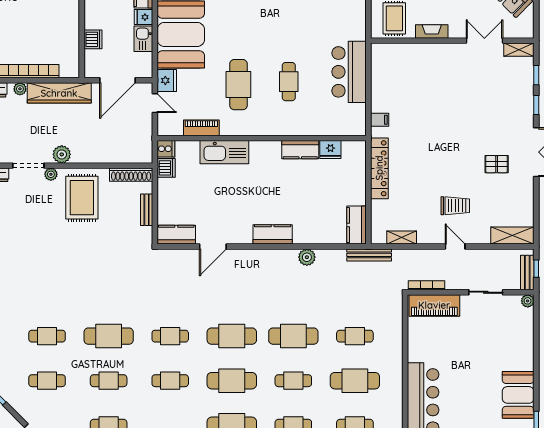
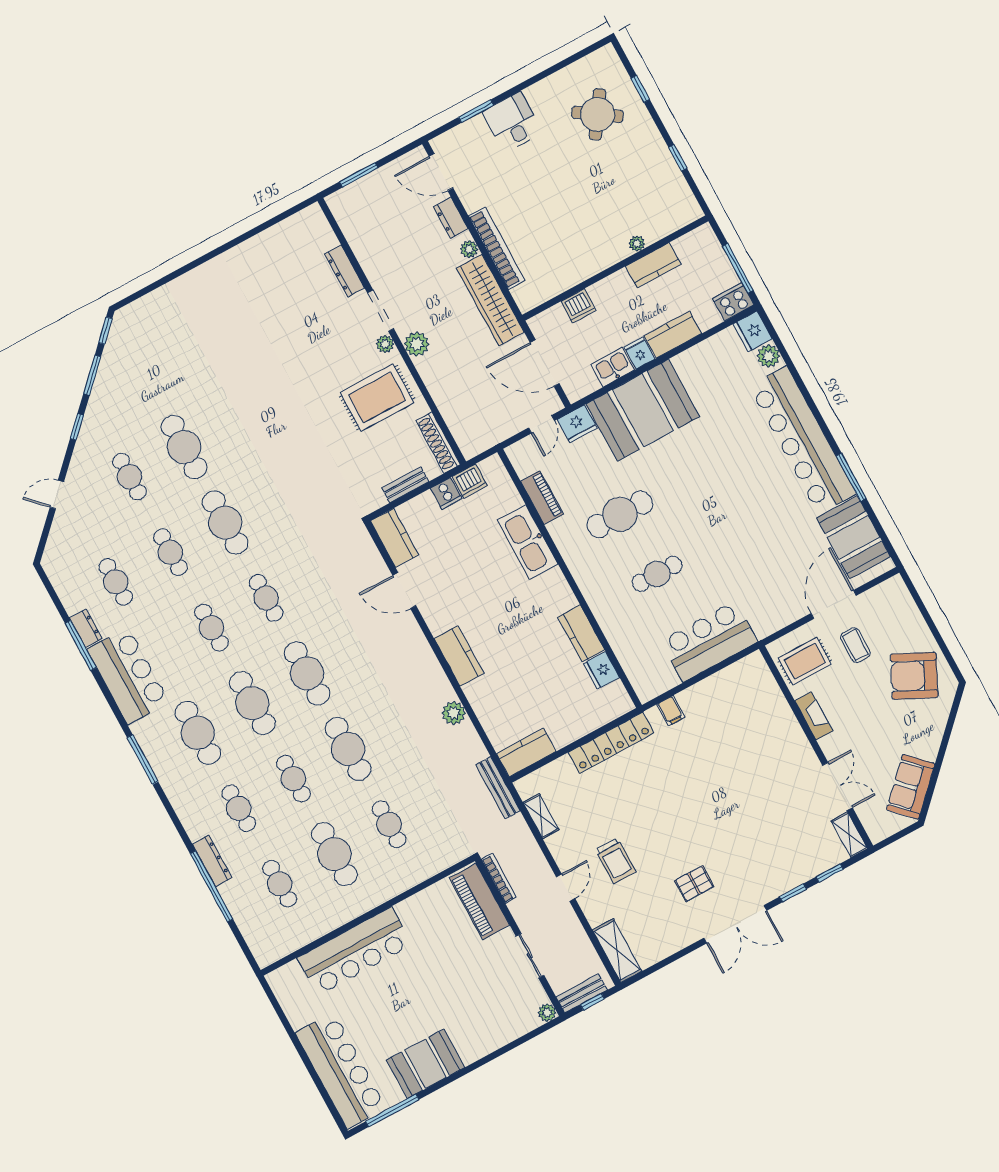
cooker: (166, 149) -> (446, 493), moved
pallet: (497, 164) -> (694, 884), turned 90
cafe table: (47, 336) -> (184, 447), width x1.37, depth x1.35

